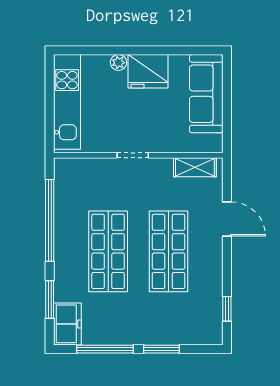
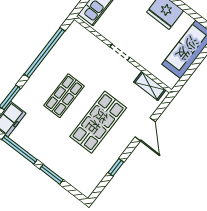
shop shelf: (108, 251) -> (64, 96), width x0.70, depth x0.74
window: (227, 309) -> (116, 167), moved

